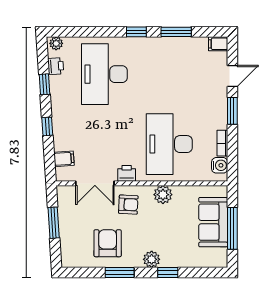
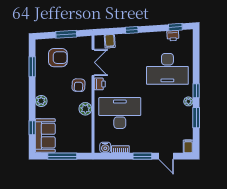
plant: (56, 43) -> (188, 101), moved
desk: (104, 74) -> (167, 69), turned 180
window: (45, 84) -> (175, 27), moved
double door: (95, 183) -> (93, 62), swing flipped
sofa: (213, 222) -> (45, 136), moved, turned 90
armchair: (108, 243) -> (58, 58), moved
window: (120, 272) -> (32, 67), moved
window: (168, 272) -> (32, 128), moved

